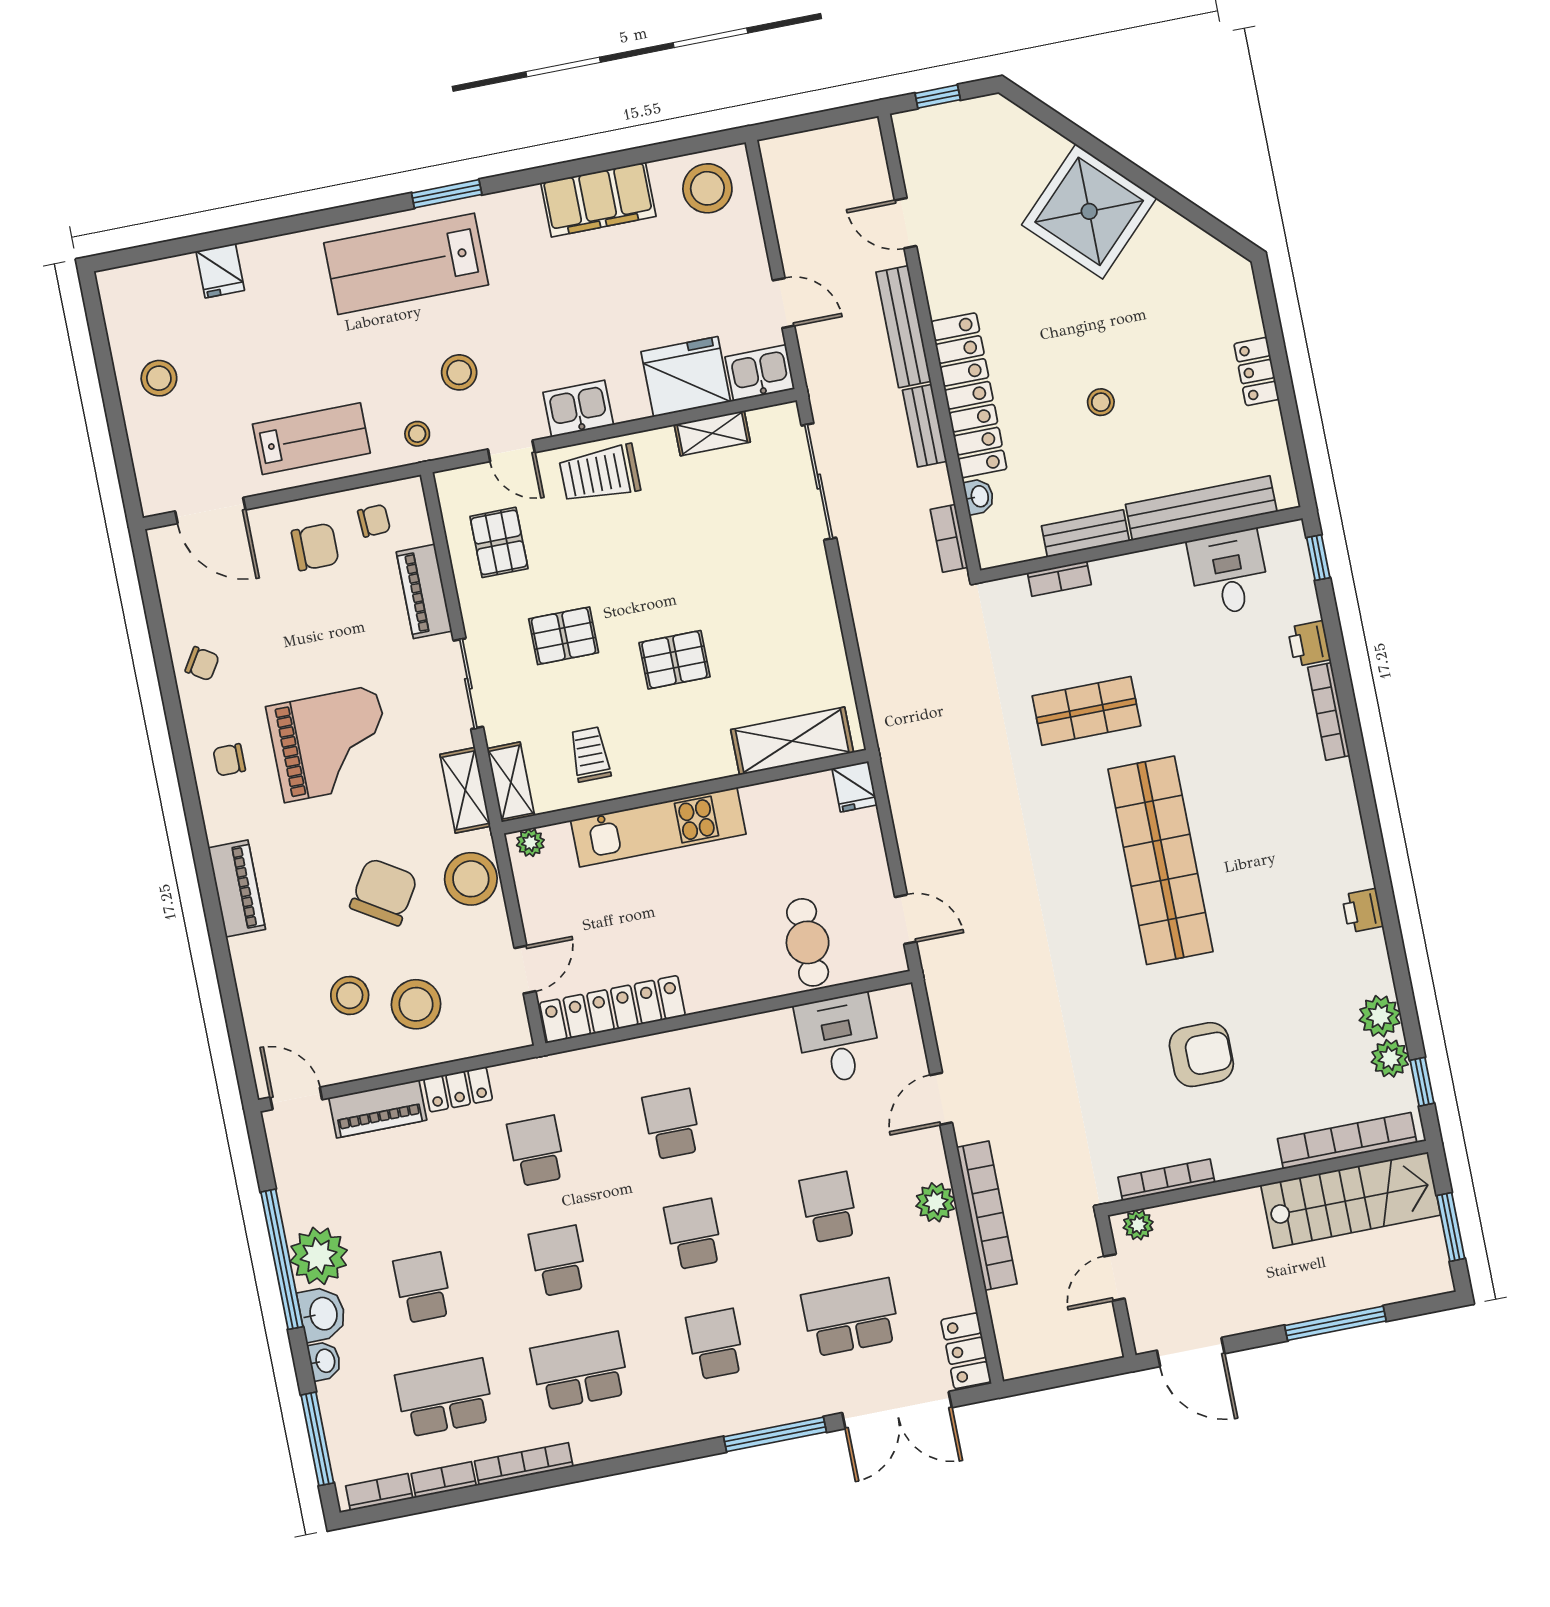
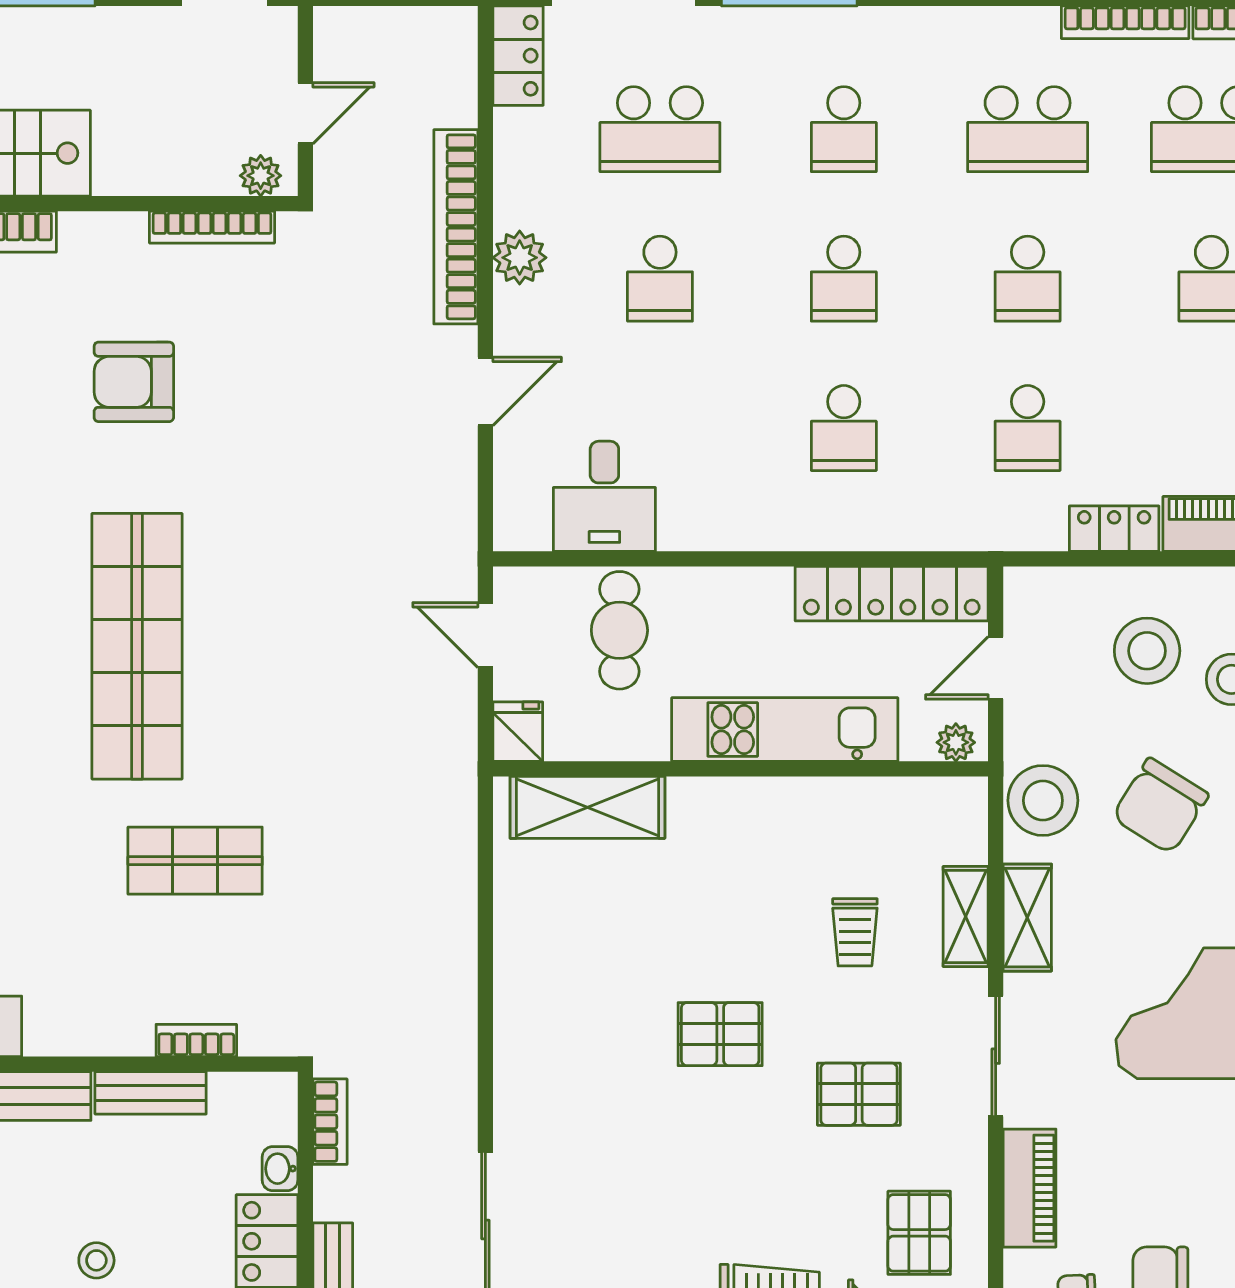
shelving: (792, 741) -> (587, 807), moved
fridge: (854, 787) -> (518, 732), moved
wall: (685, 792) -> (741, 769), moved
kitchen unit: (658, 827) -> (785, 730), moved
plant: (530, 843) -> (956, 742), moved

